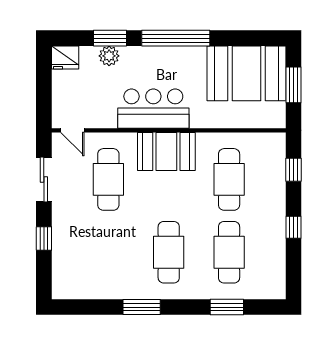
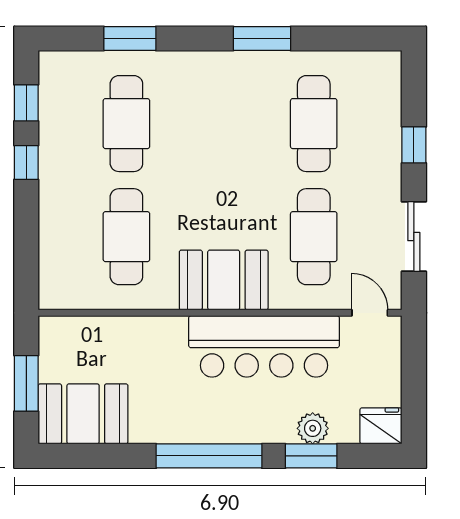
booth: (247, 73) -> (83, 414), width x0.73, depth x0.70
bar counter: (153, 109) -> (264, 346), width x1.36
window: (294, 170) -> (26, 103), moved
cafe table: (169, 252) -> (314, 124), moved

